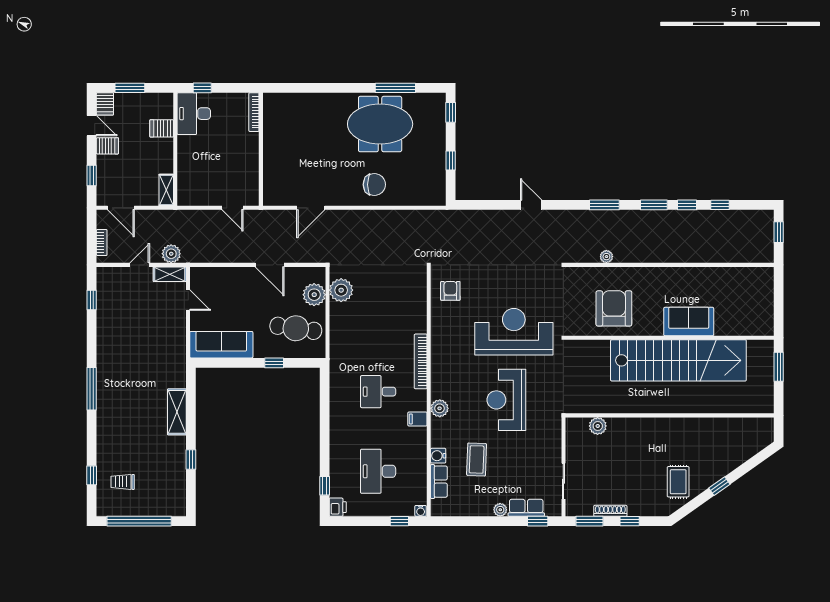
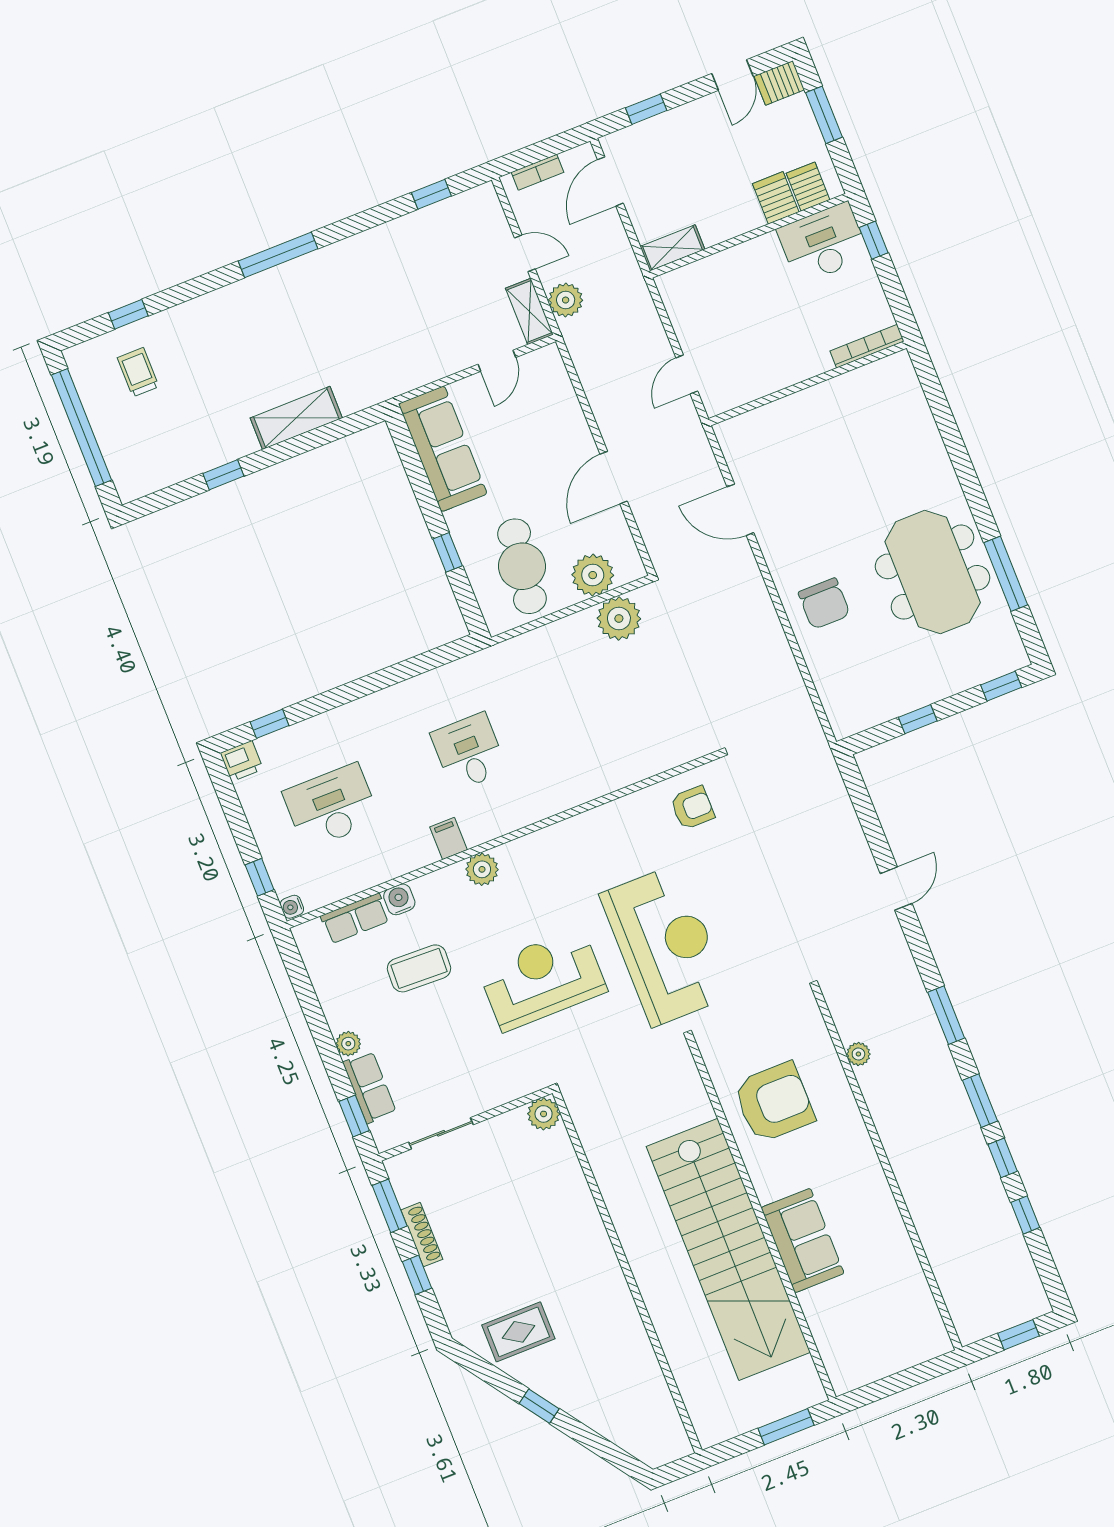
server rack: (107, 146) -> (808, 187), moved, turned 180
bookcase: (421, 361) -> (550, 805), removed
plant: (598, 426) -> (544, 1114), moved

